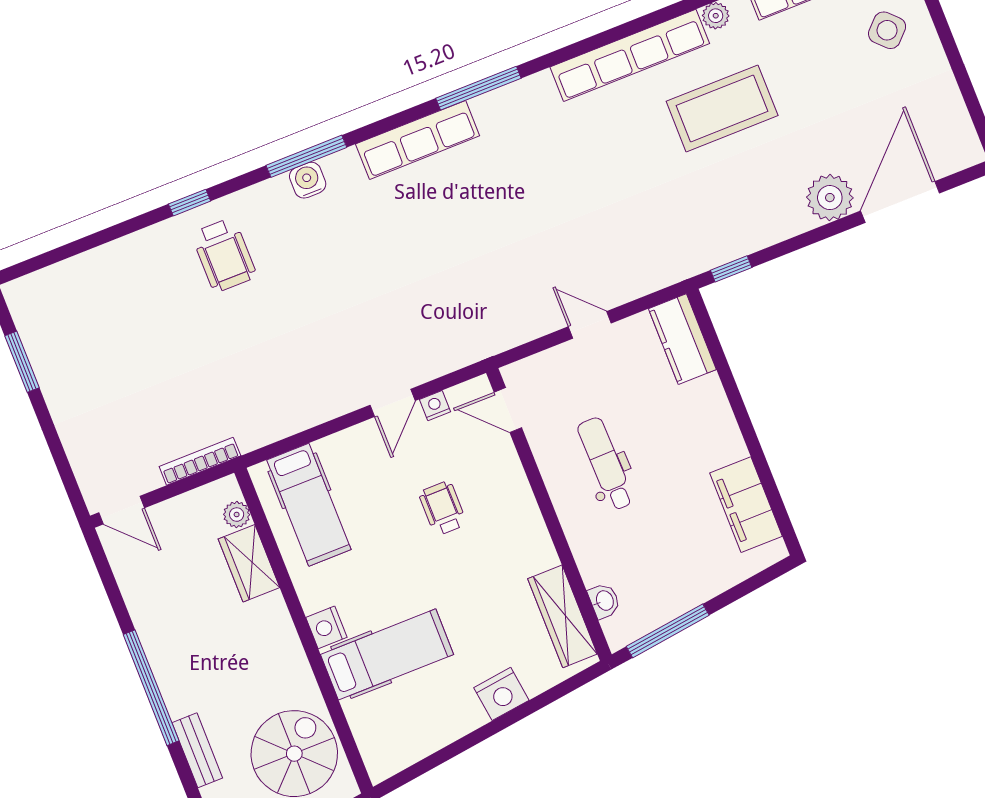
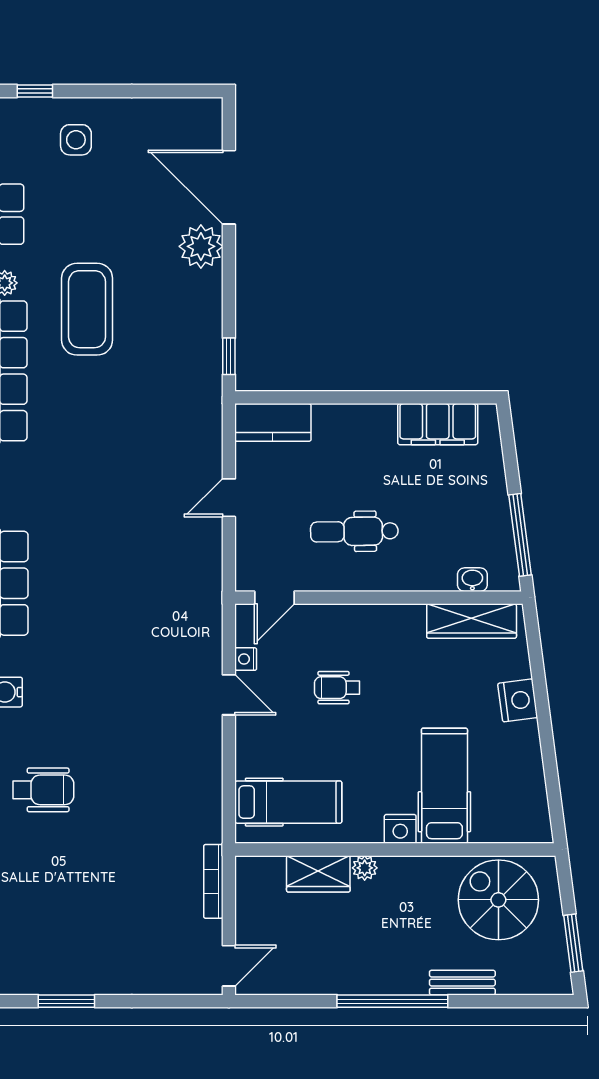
side table: (887, 30) -> (76, 140), turned 45
plant: (237, 515) -> (365, 868), moved

